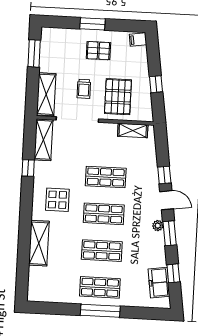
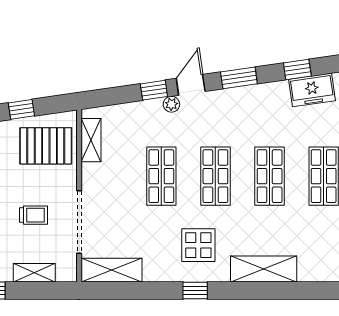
shelving: (46, 94) -> (34, 273), width x0.67, depth x0.75
pallet: (118, 97) -> (46, 146), moved
window: (28, 168) -> (195, 291), moved
plant: (158, 226) -> (171, 104), moved

